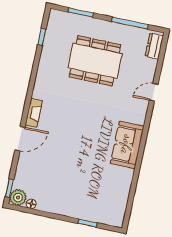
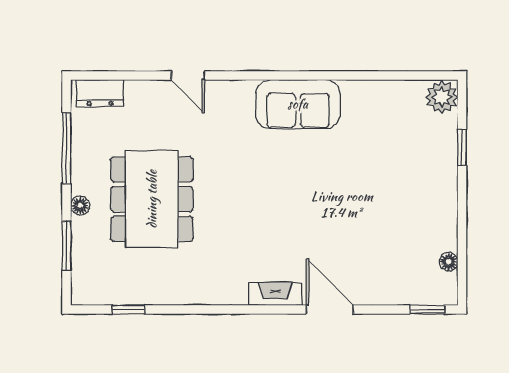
floor lamp: (100, 24) -> (80, 206), added
plant: (18, 198) -> (442, 97), moved

